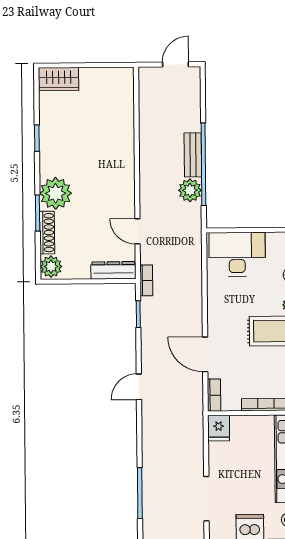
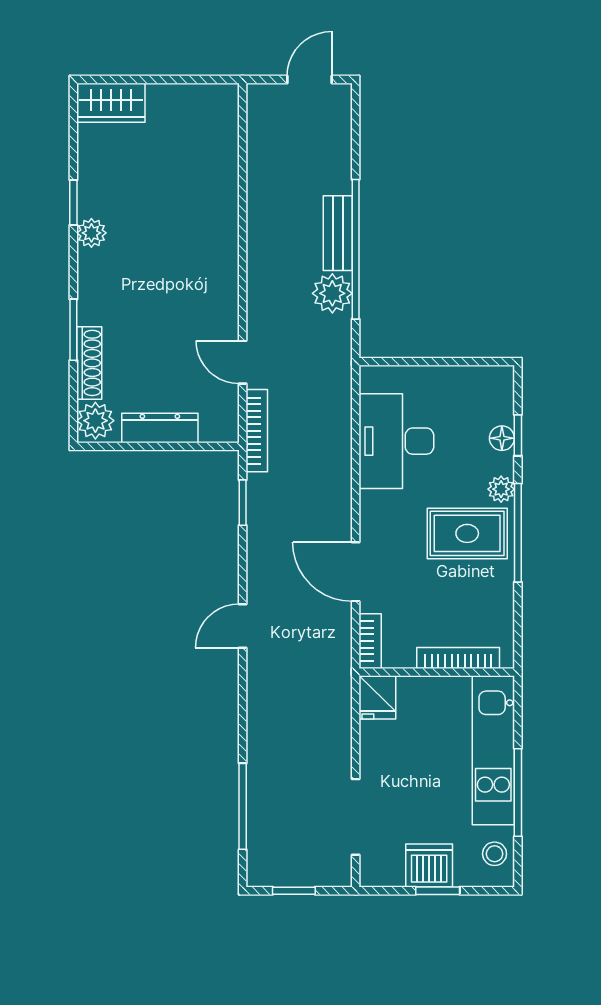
plant: (56, 193) -> (91, 233), moved, width x0.53, depth x0.53
desk: (237, 254) -> (396, 441), moved, turned -90
dresser: (113, 270) -> (160, 428), moved
bookcase: (146, 280) -> (257, 431), width x1.56

